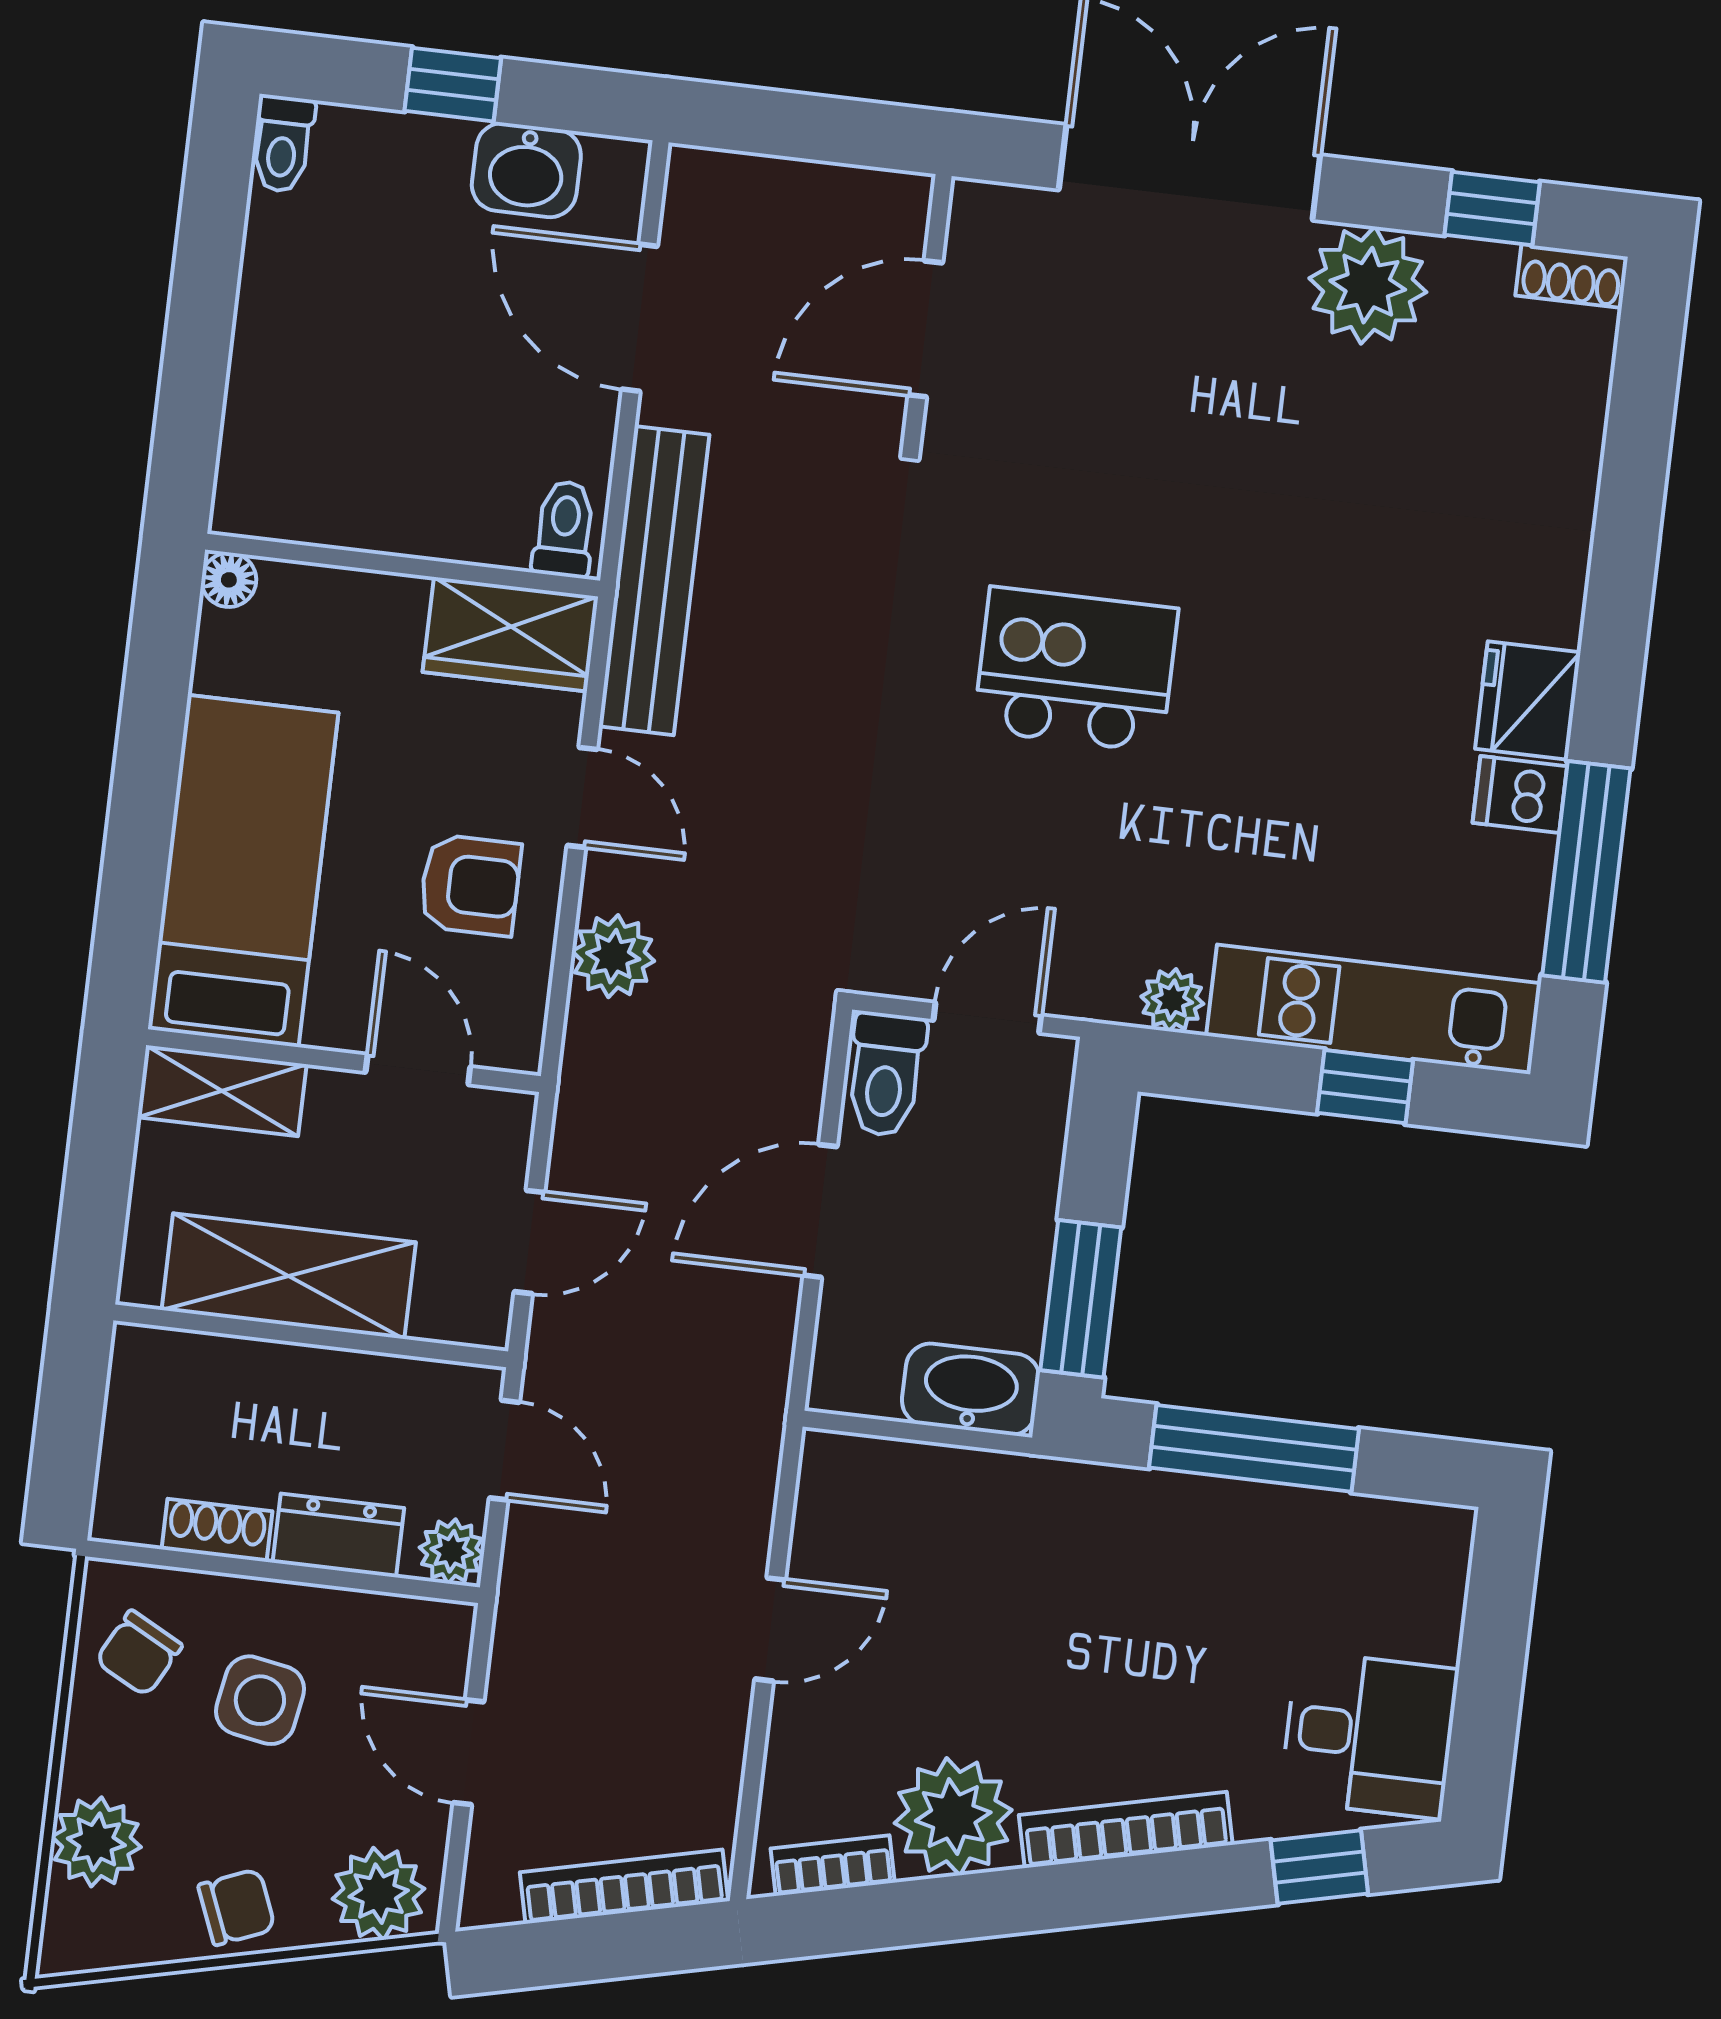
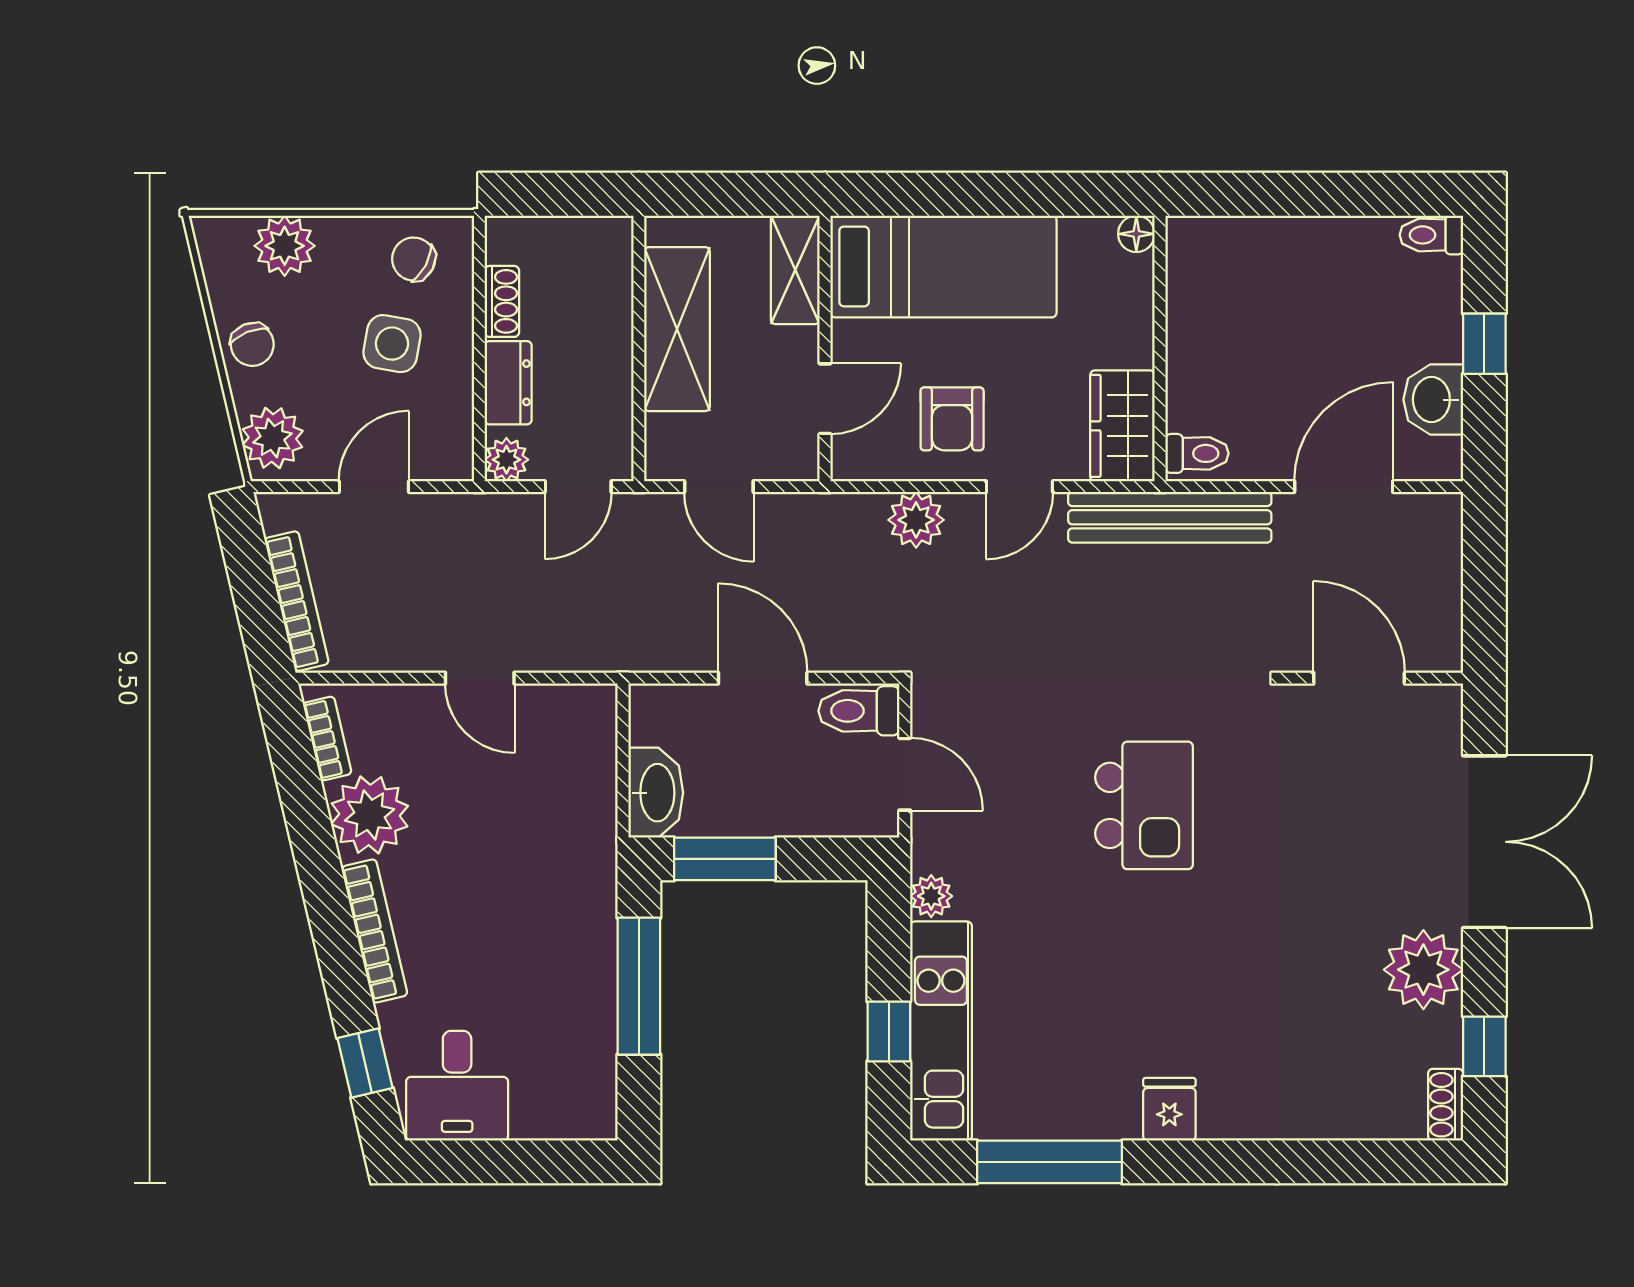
fridge: (1528, 700) -> (1169, 1109), width x0.72
dishwasher: (1520, 794) -> (1096, 1111), removed

